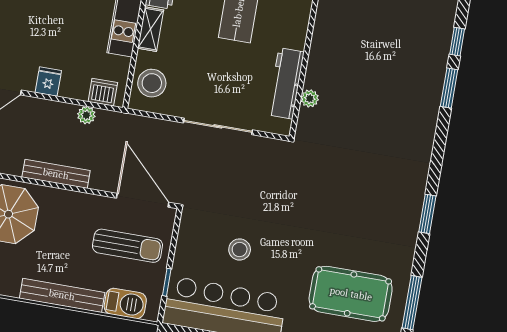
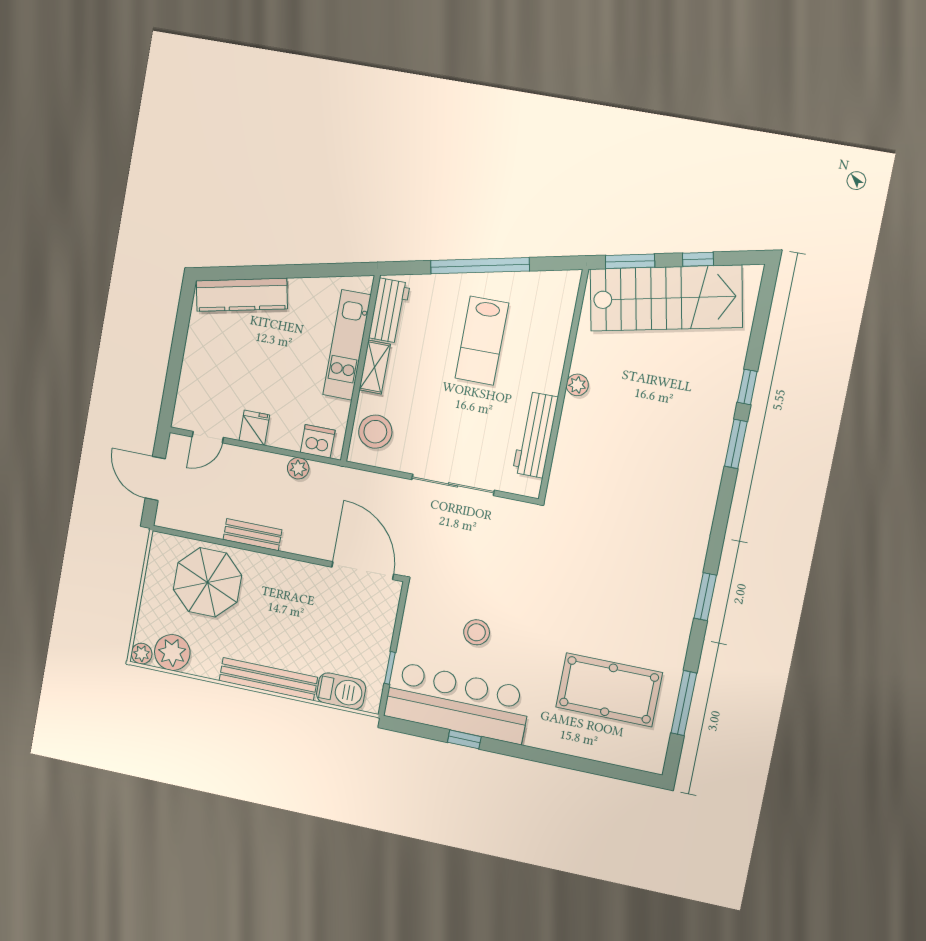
plant: (310, 98) -> (577, 385), moved
bench: (56, 174) -> (252, 535), width x0.73
sun lounger: (127, 246) -> (344, 624), removed

